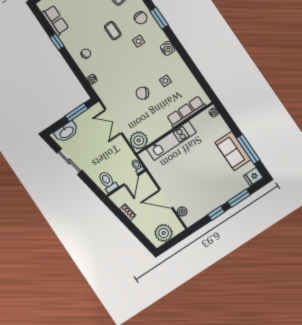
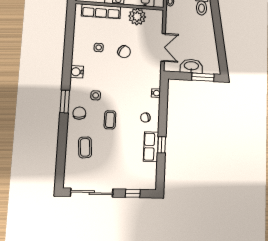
row of seats: (55, 20) -> (151, 147), moved
window: (76, 112) -> (203, 77), moved
washbasin: (66, 132) -> (191, 66), moved
plant: (139, 140) -> (137, 17), moved
sliding door: (69, 162) -> (220, 43), removed

